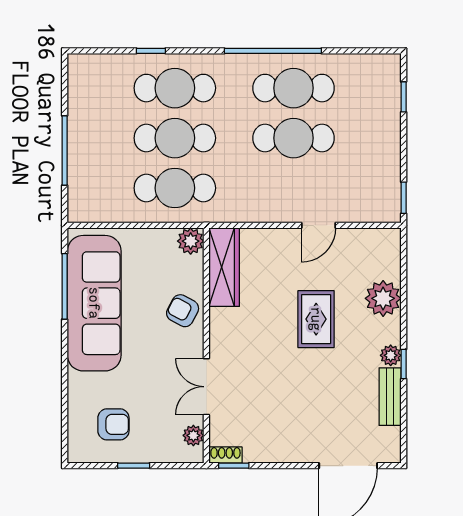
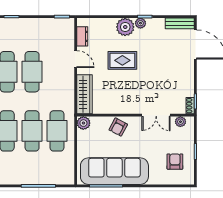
dresser: (364, 239) -> (82, 36), added
wardrobe: (224, 267) -> (84, 94), moved, turned 90
plant: (383, 298) -> (125, 27), moved
bench: (390, 397) -> (180, 23), moved

